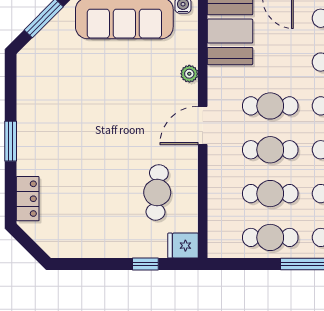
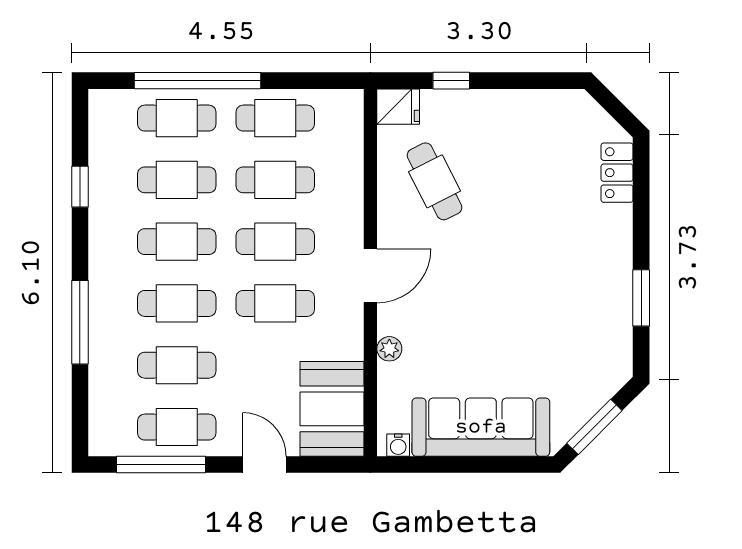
window: (11, 141) -> (641, 298), moved
cafe table: (157, 192) -> (435, 181), turned -32

